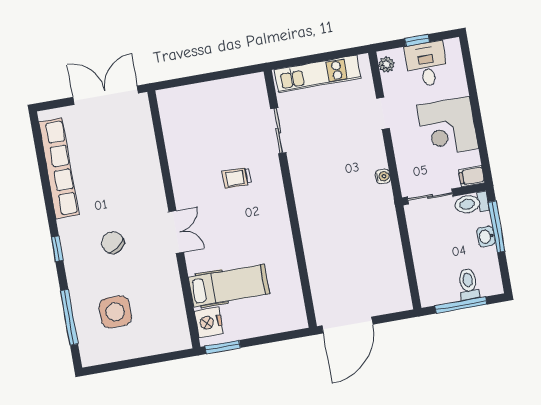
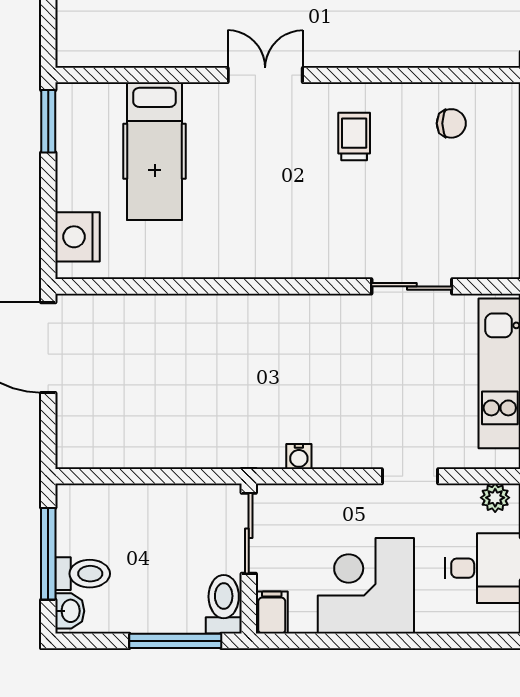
chair: (185, 125) -> (451, 123), added
trolley: (237, 178) -> (354, 136), moved
double door: (176, 232) -> (265, 75), swing flipped
washbasin: (486, 236) -> (70, 611), moved, turned 90
nightstand: (209, 322) -> (78, 237), moved, turned -90

